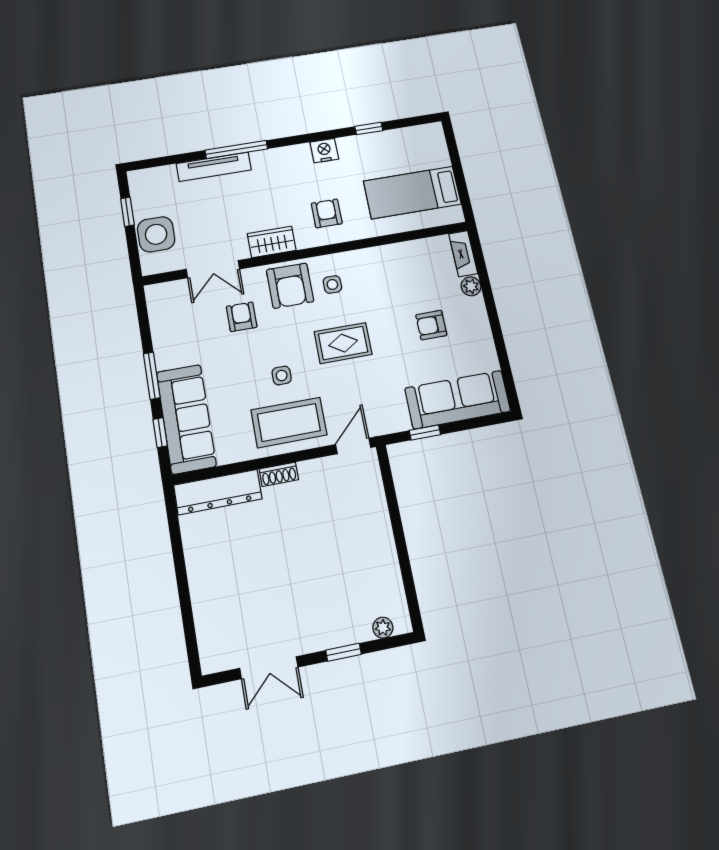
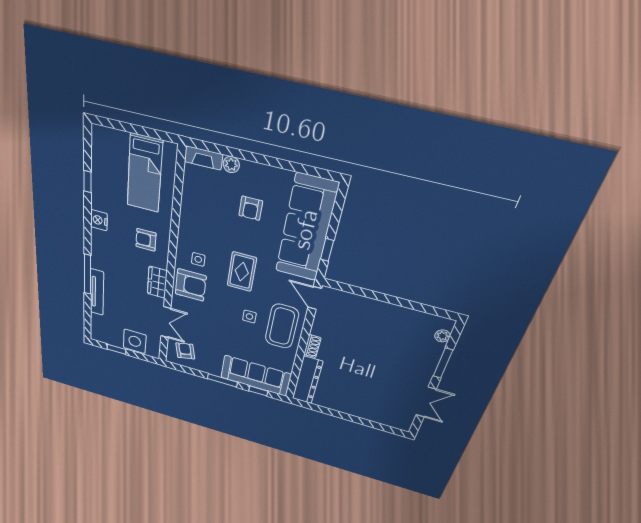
armchair: (242, 317) -> (185, 351), moved, turned 77
sofa: (458, 400) -> (306, 229), width x1.36, depth x1.27
window: (344, 652) -> (443, 363), width x1.50

